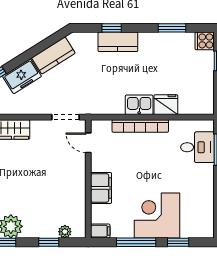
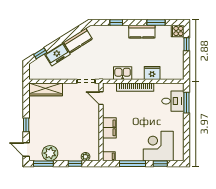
kitchen counter: (118, 42) -> (142, 32), moved
kitchen sink: (139, 105) -> (123, 73), moved
corner desk: (157, 215) -> (158, 146), moved

